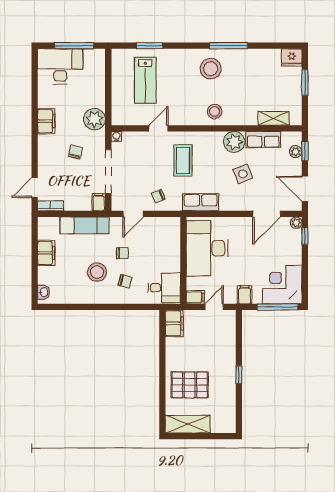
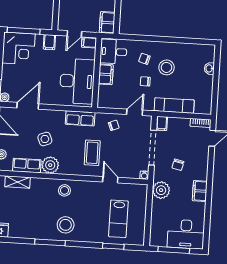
lab bench: (145, 80) -> (118, 219), turned 180
door: (158, 128) -> (110, 180), swing flipped
filing cabinet: (46, 253) -> (106, 74), moved, turned 180
washbasin: (44, 292) -> (209, 68), moved

